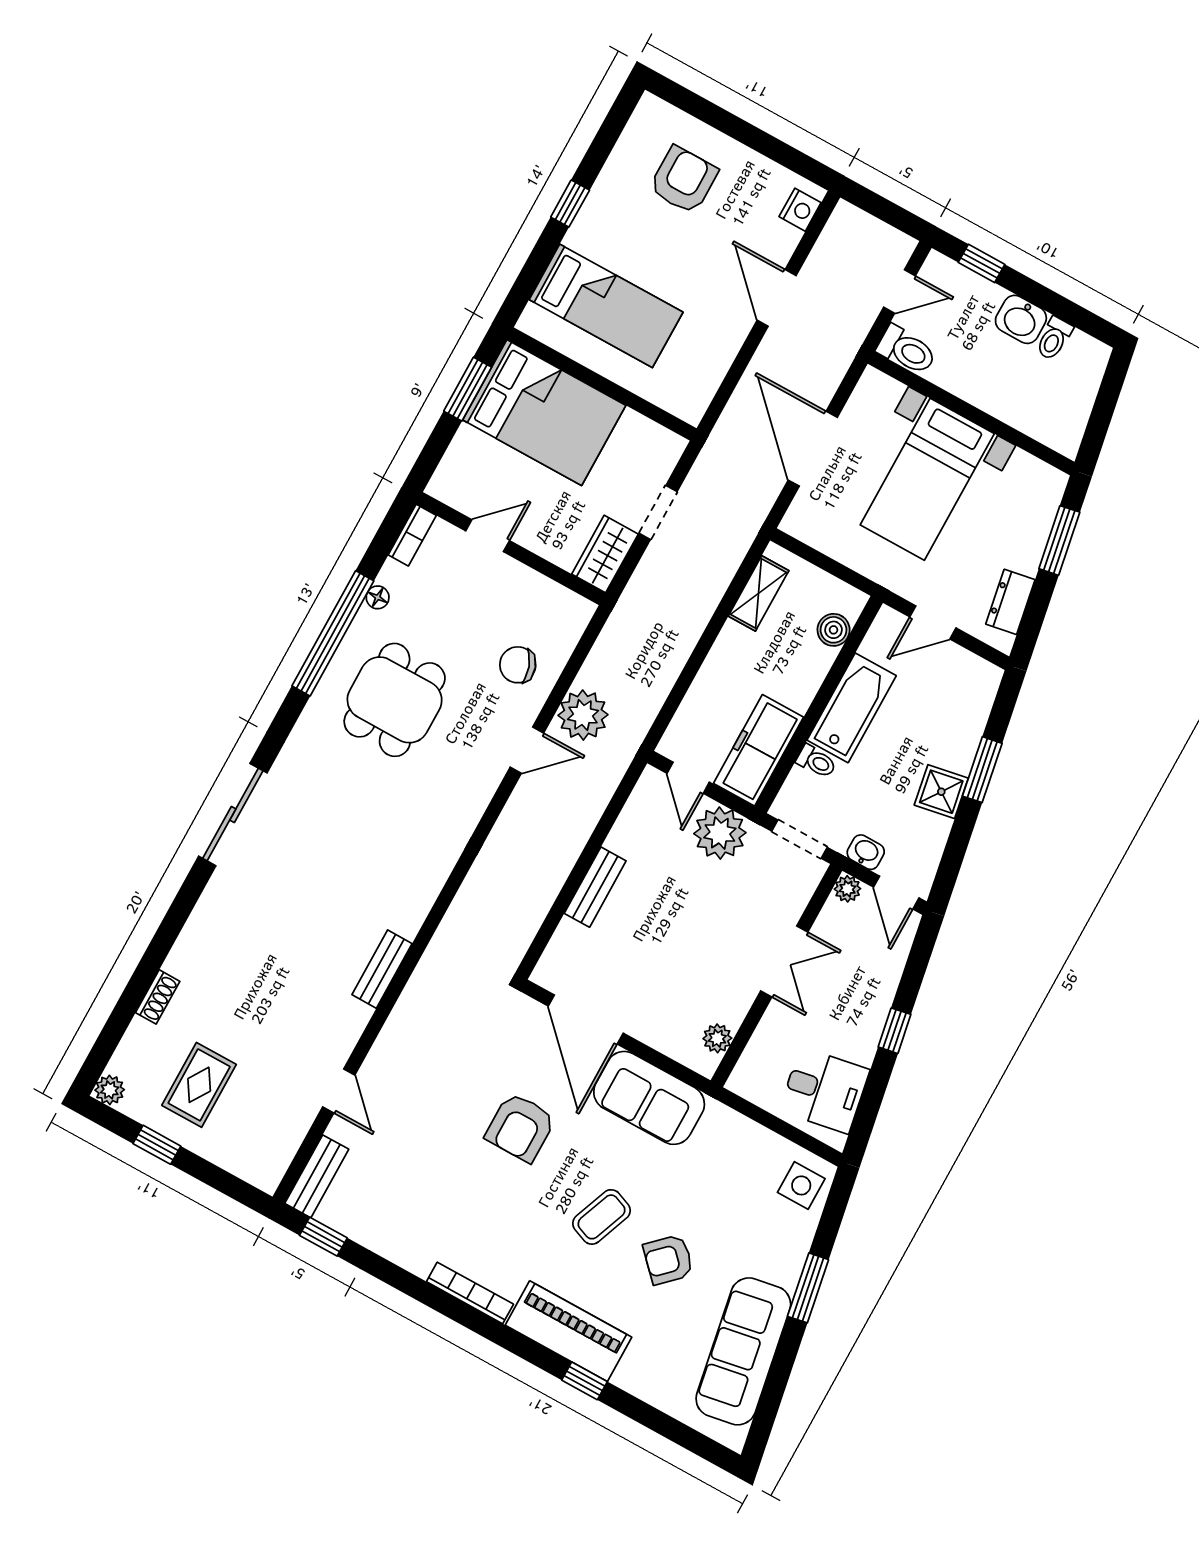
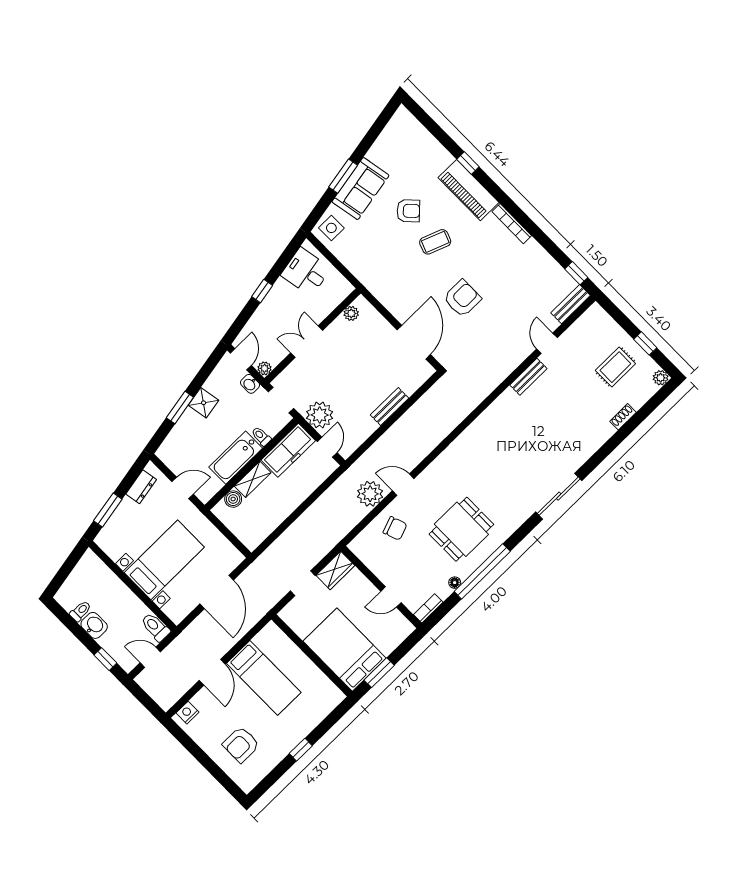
bed: (606, 306) -> (264, 678), moved, turned 180
shelving: (759, 593) -> (253, 479), moved
bench: (382, 969) -> (528, 377), moved
sofa: (649, 1098) -> (394, 294), removed
sofa: (743, 1351) -> (360, 189), moved, width x0.73

